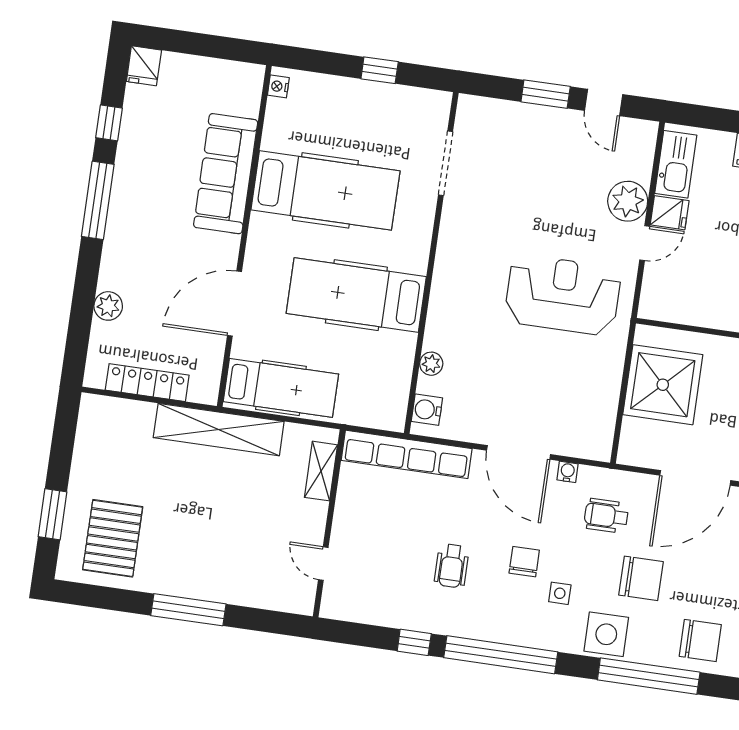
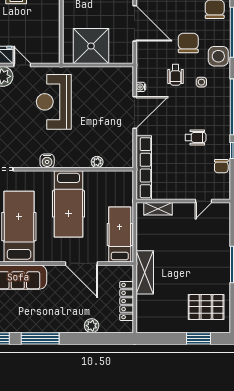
water cooler: (427, 410) -> (47, 161), moved
shelving: (219, 430) -> (145, 272), width x0.68
wheelchair: (606, 516) -> (176, 75), moved
chair: (524, 562) -> (221, 166), moved, turned -90

